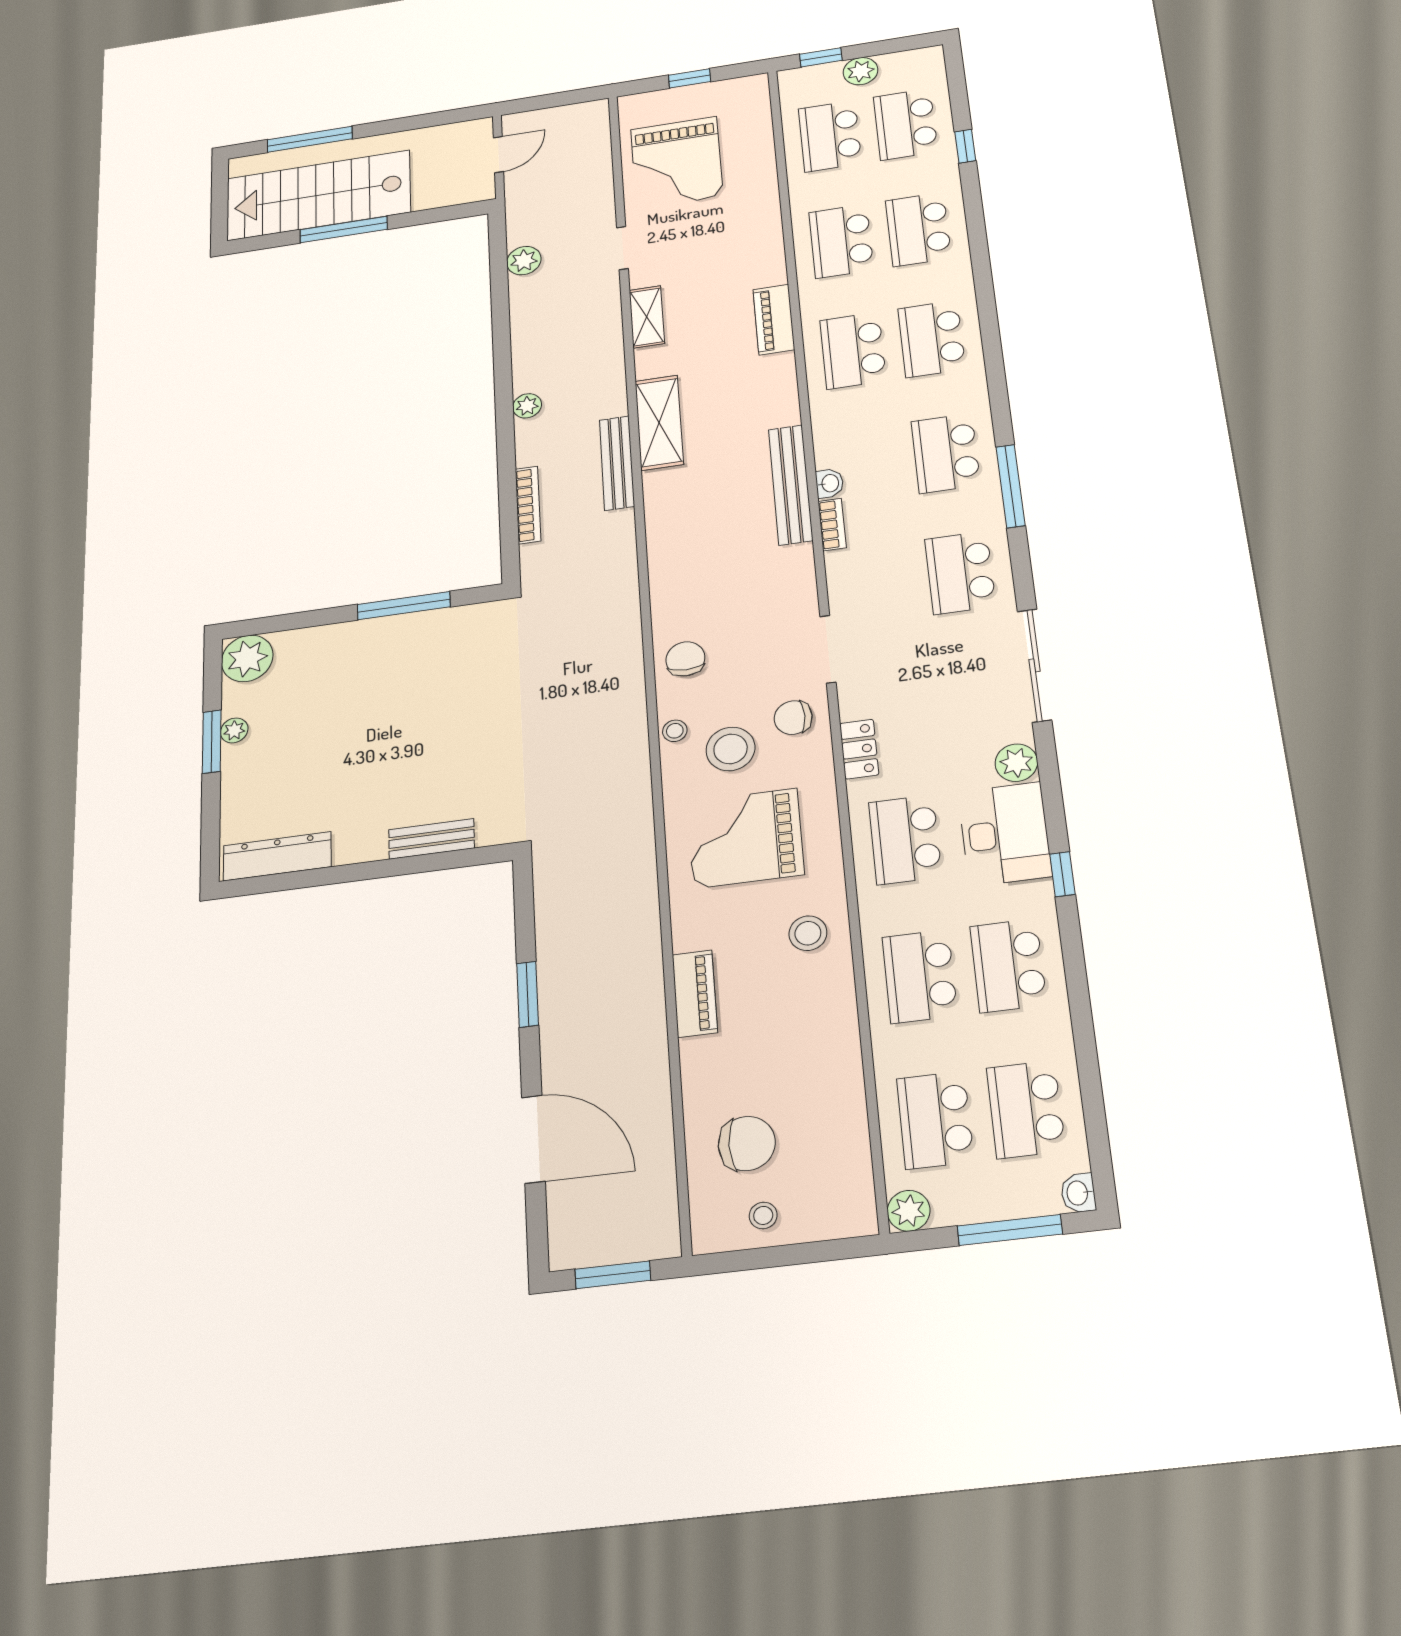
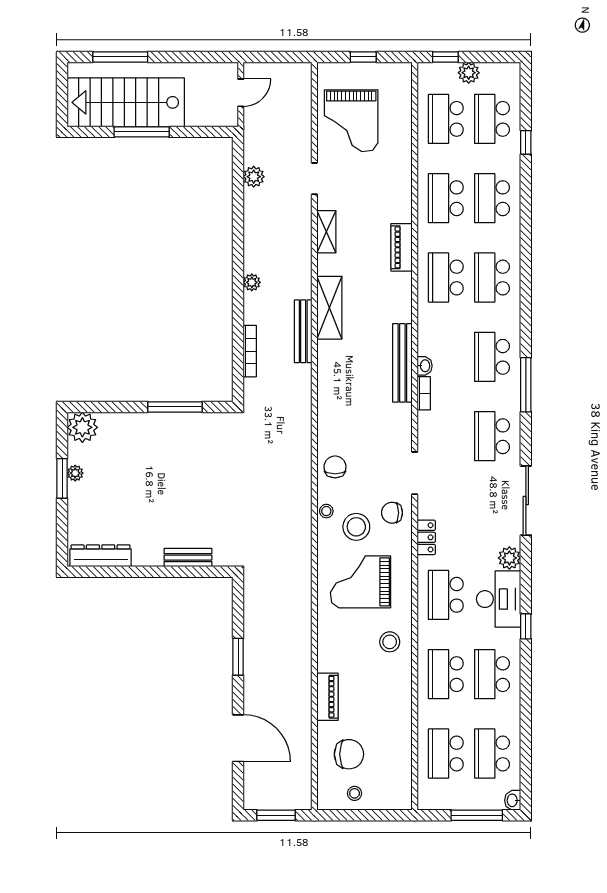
piano: (695, 994) -> (327, 697), moved
plant: (909, 1211) -> (428, 800), removed

